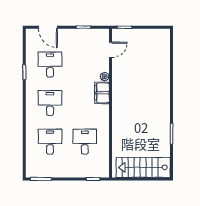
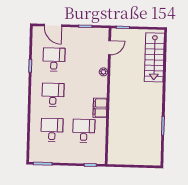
filing cabinet: (102, 93) -> (100, 108), moved
stairs: (143, 167) -> (154, 57), moved, turned -90

